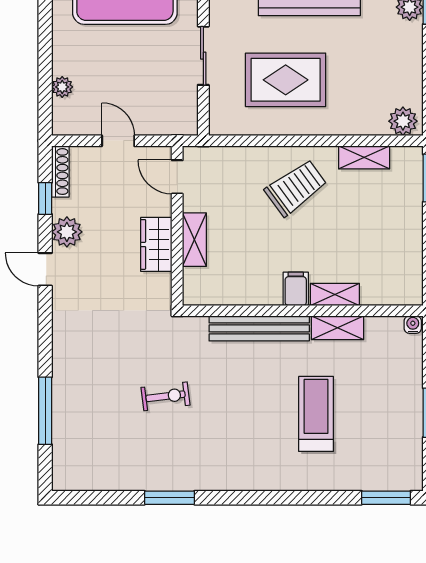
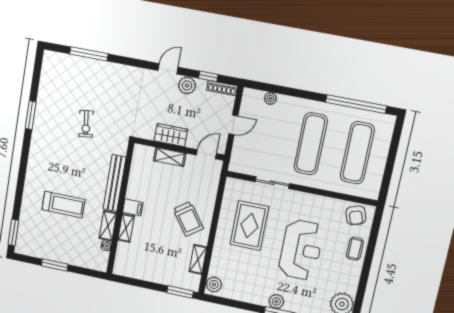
water cooler: (413, 325) -> (106, 246), moved

